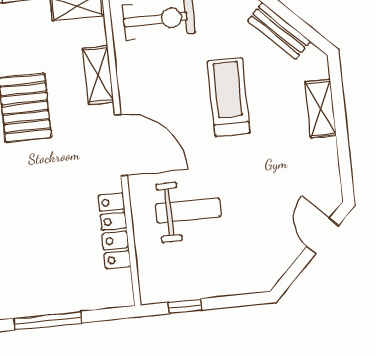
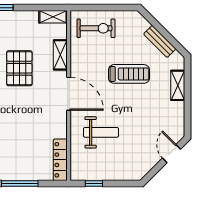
treadmill: (229, 97) -> (129, 74), turned 90
locker: (114, 231) -> (60, 160), moved

